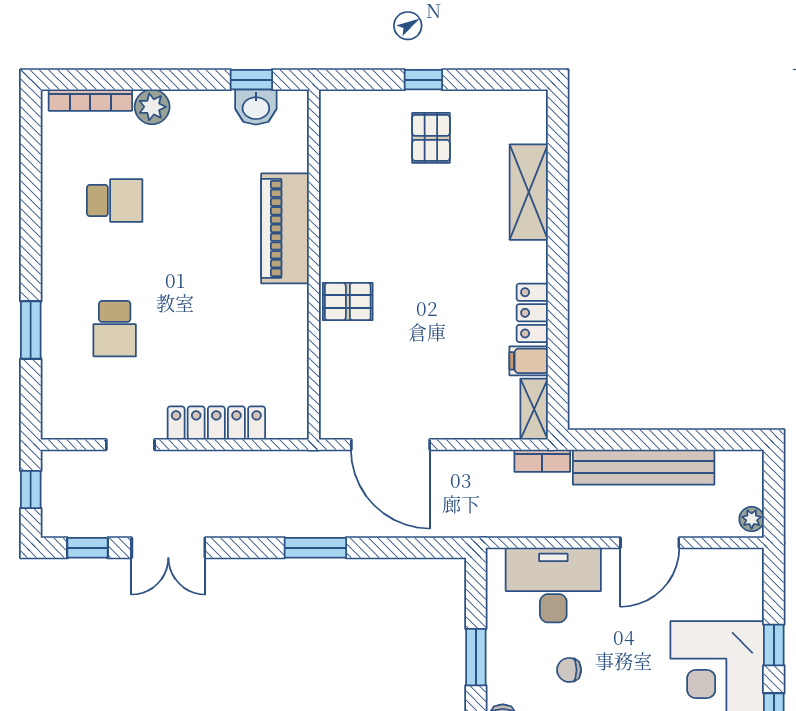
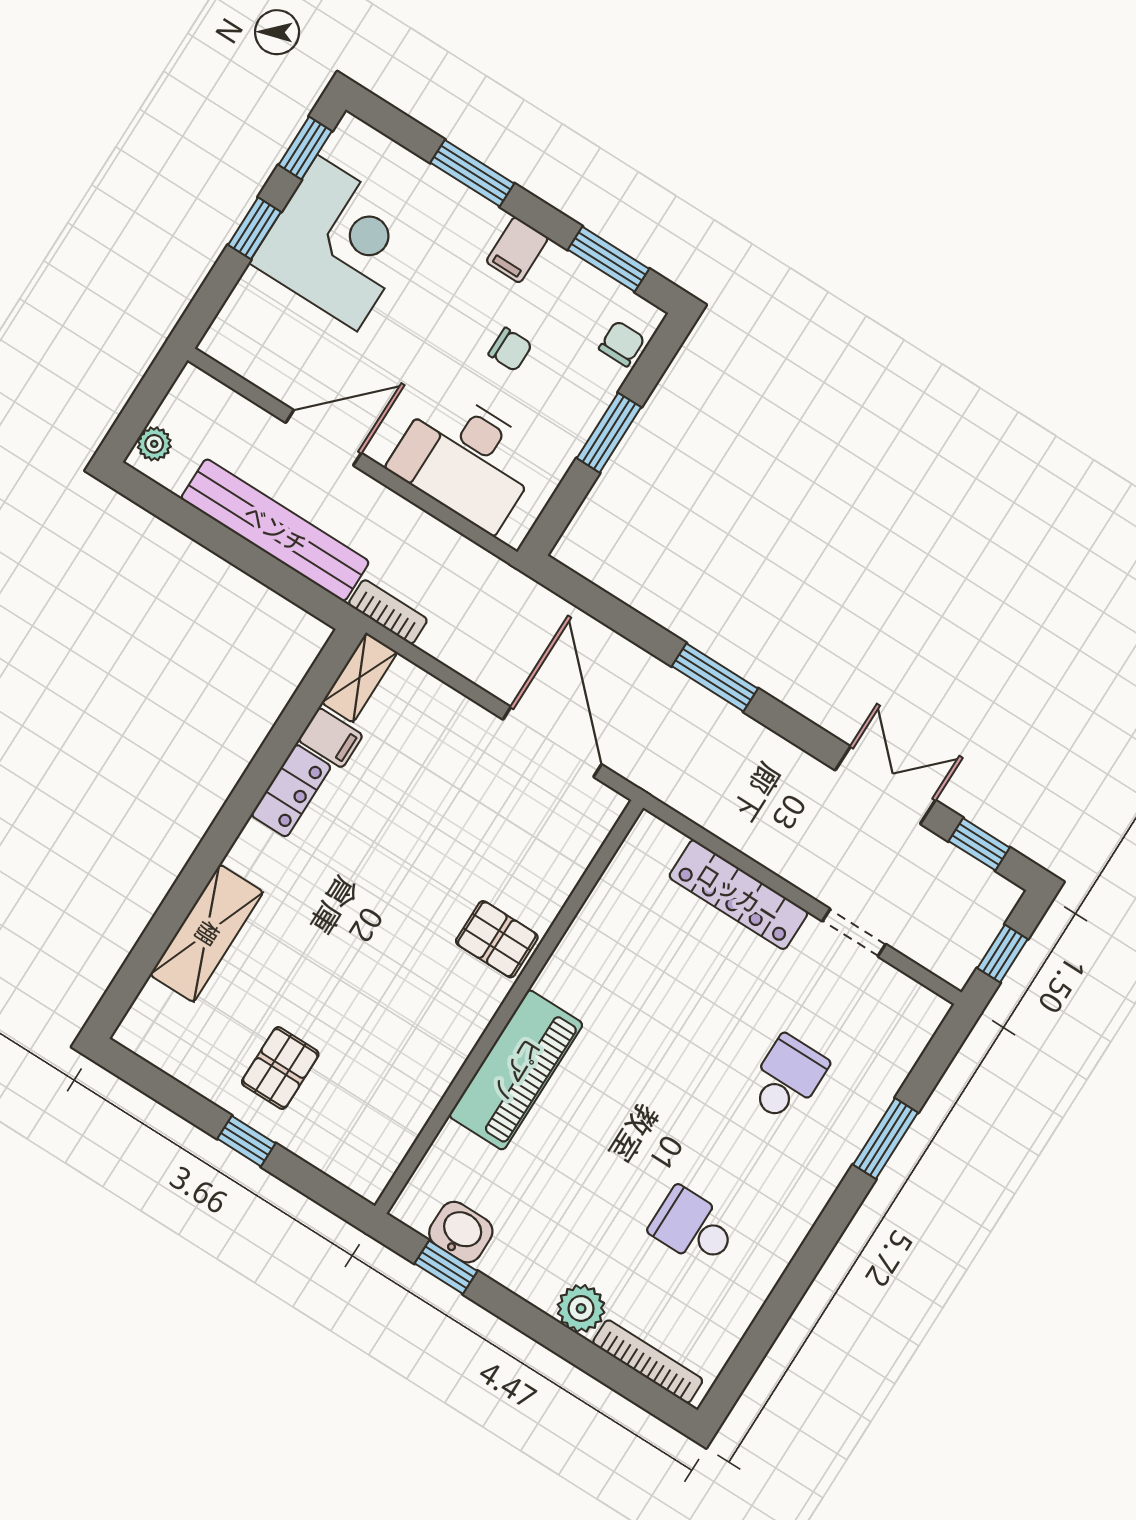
plant: (752, 519) -> (154, 444), moved

